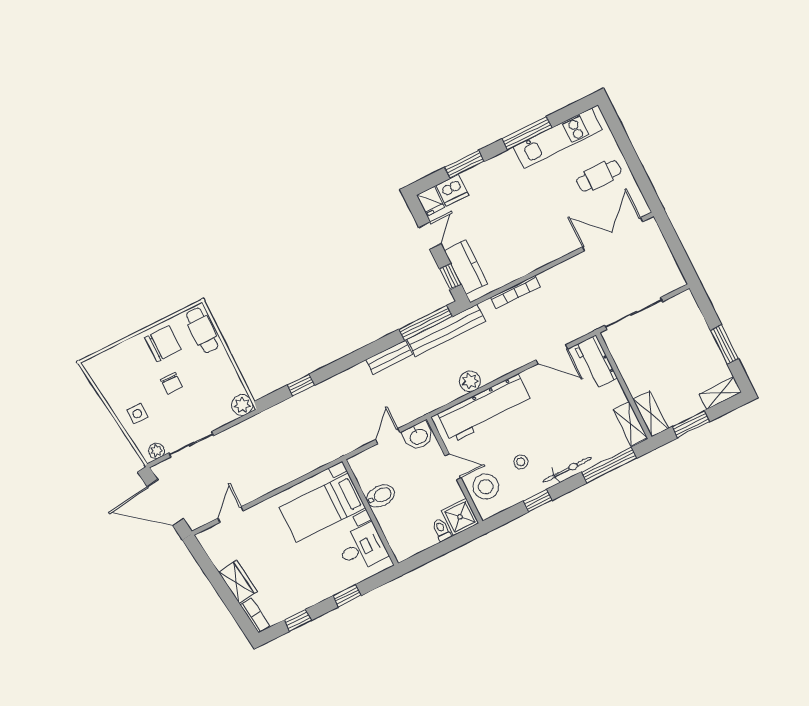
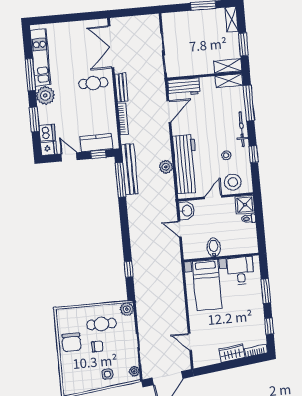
plant: (505, 167) -> (45, 95), added
cafe table: (599, 176) -> (93, 83), moved, turned 90
cafe table: (202, 330) -> (101, 324), moved
chair: (163, 344) -> (71, 342), turned 180
bench: (389, 357) -> (121, 87), moved
window: (347, 596) -> (266, 291), width x1.50

